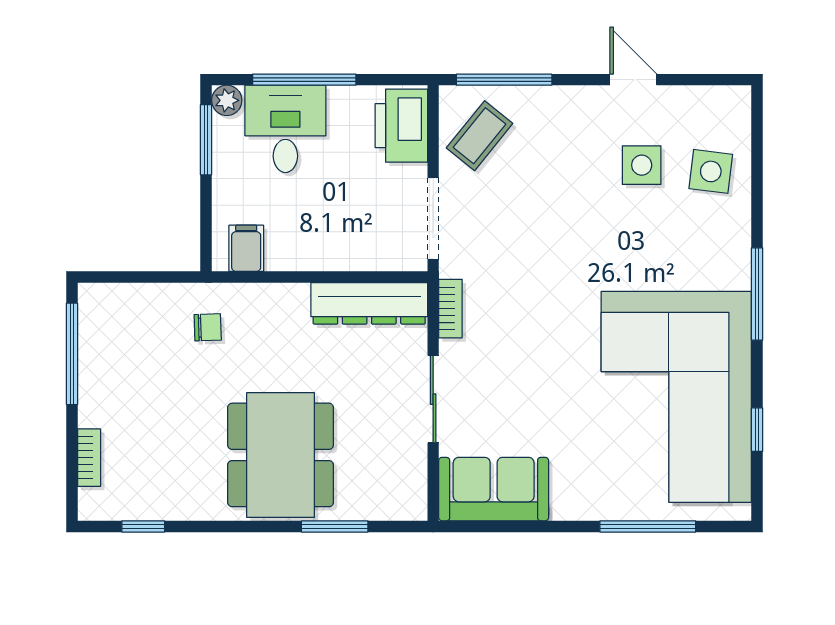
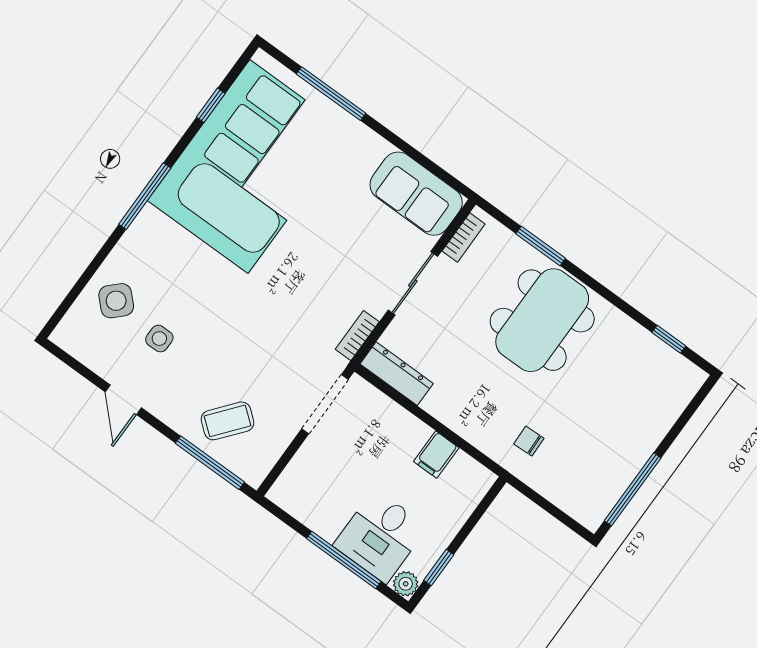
printer: (401, 126) -> (301, 482), removed
coffee table: (480, 136) -> (227, 421), moved
window: (206, 140) -> (439, 568), width x0.67
side table: (642, 165) -> (159, 339), width x0.73, depth x0.73
side table: (711, 171) -> (116, 301), turned 38
filing cabinet: (246, 248) -> (436, 455), moved
dresser: (369, 303) -> (397, 374), width x0.73, depth x0.80
bookcase: (89, 458) -> (464, 238), moved, turned 180

